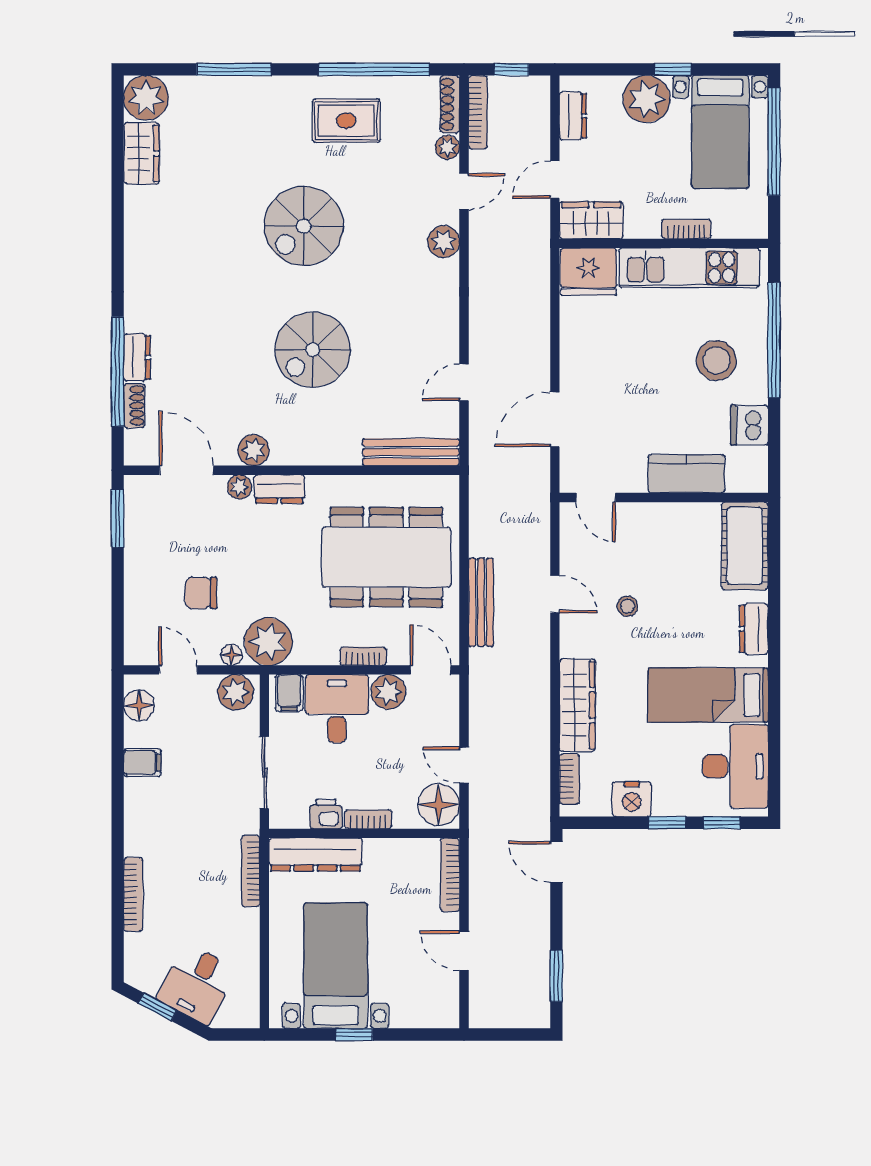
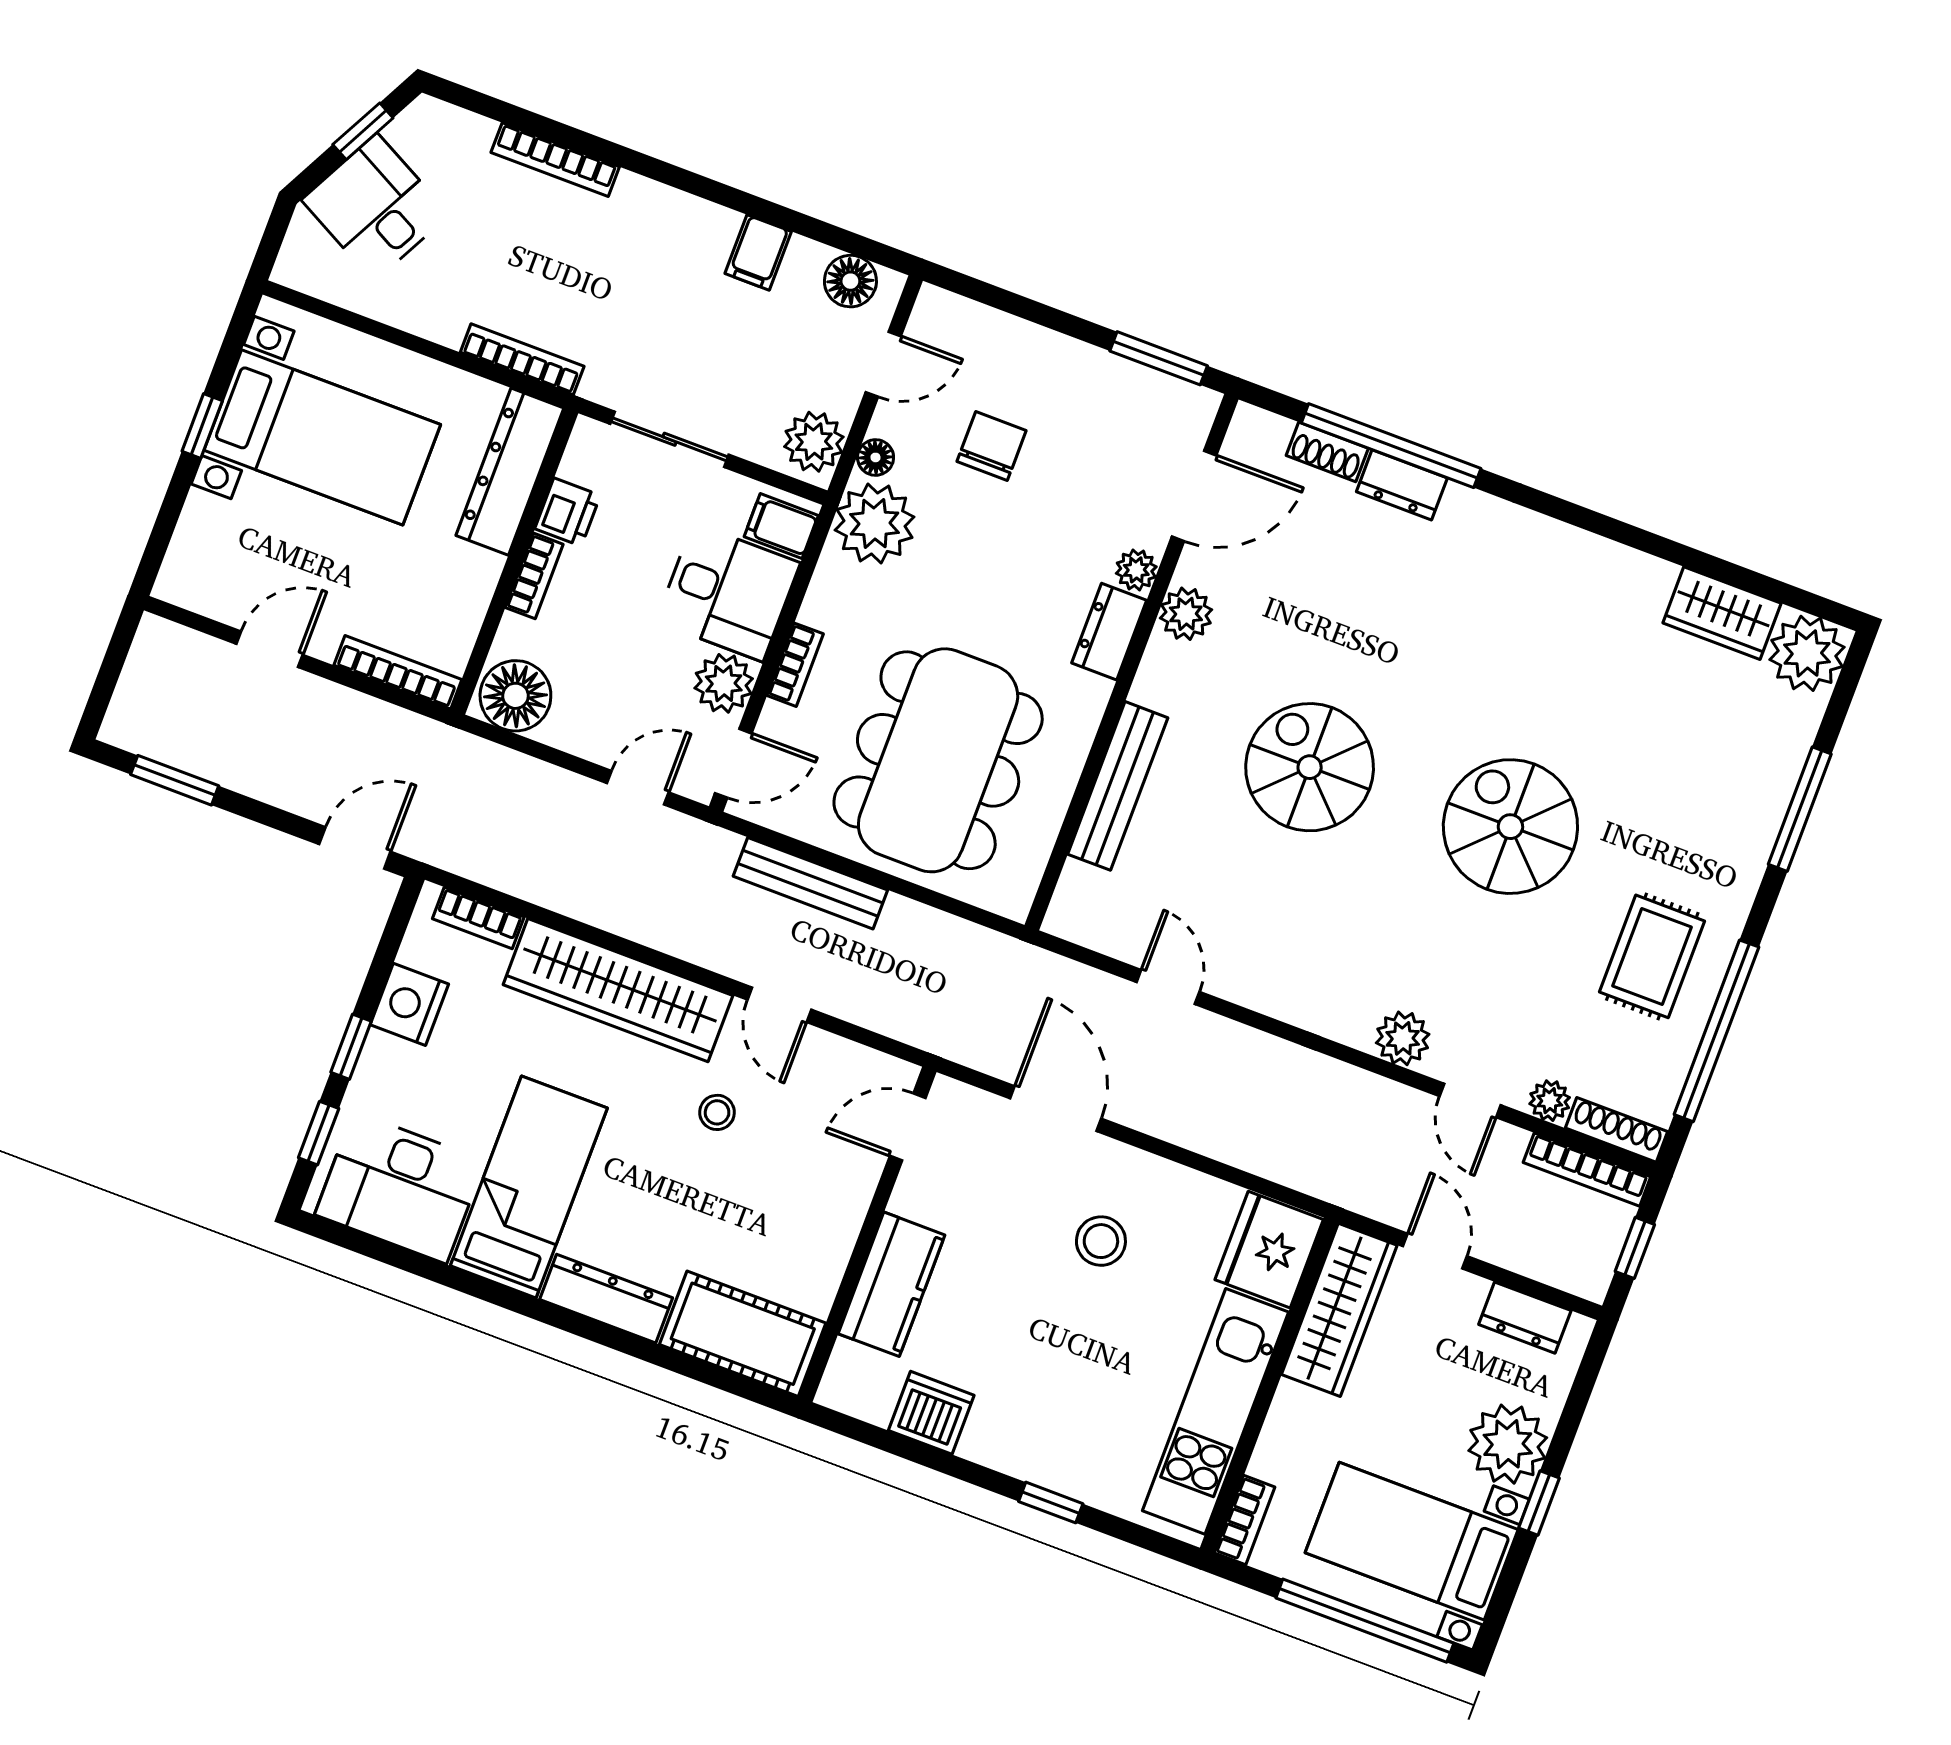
wardrobe: (591, 220) -> (1339, 1310), width x1.50
bookcase: (686, 229) -> (1245, 1520), moved
window: (774, 340) -> (1051, 1503), width x0.32
stool: (716, 360) -> (1101, 1241), moved, width x0.73, depth x0.73
bench: (411, 452) -> (1118, 786), moved
door: (555, 594) -> (779, 1005), hinge flipped
dresser: (754, 629) -> (606, 1299), width x1.44
wardrobe: (577, 705) -> (618, 990), width x1.40, depth x1.17
door: (464, 765) -> (638, 788), moved

